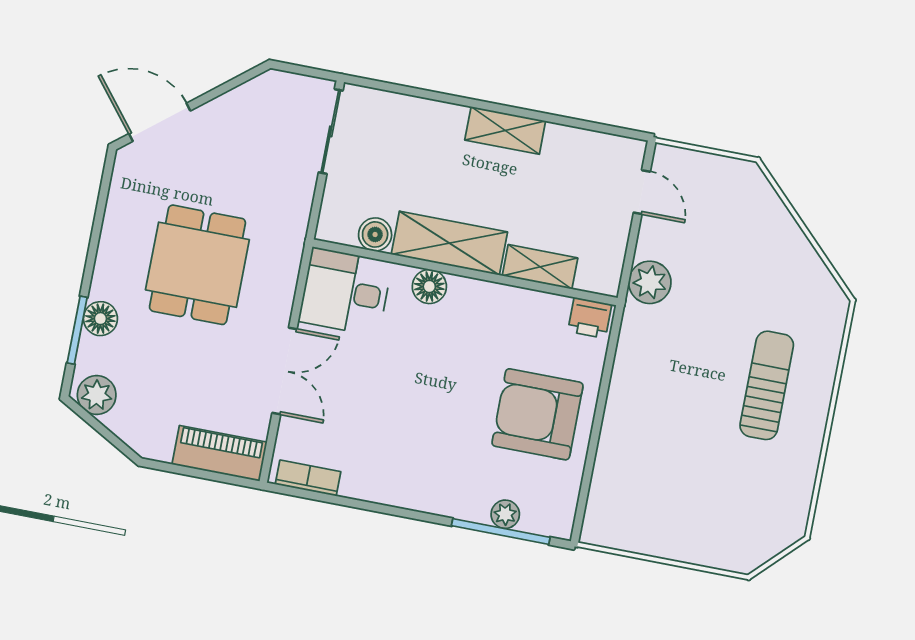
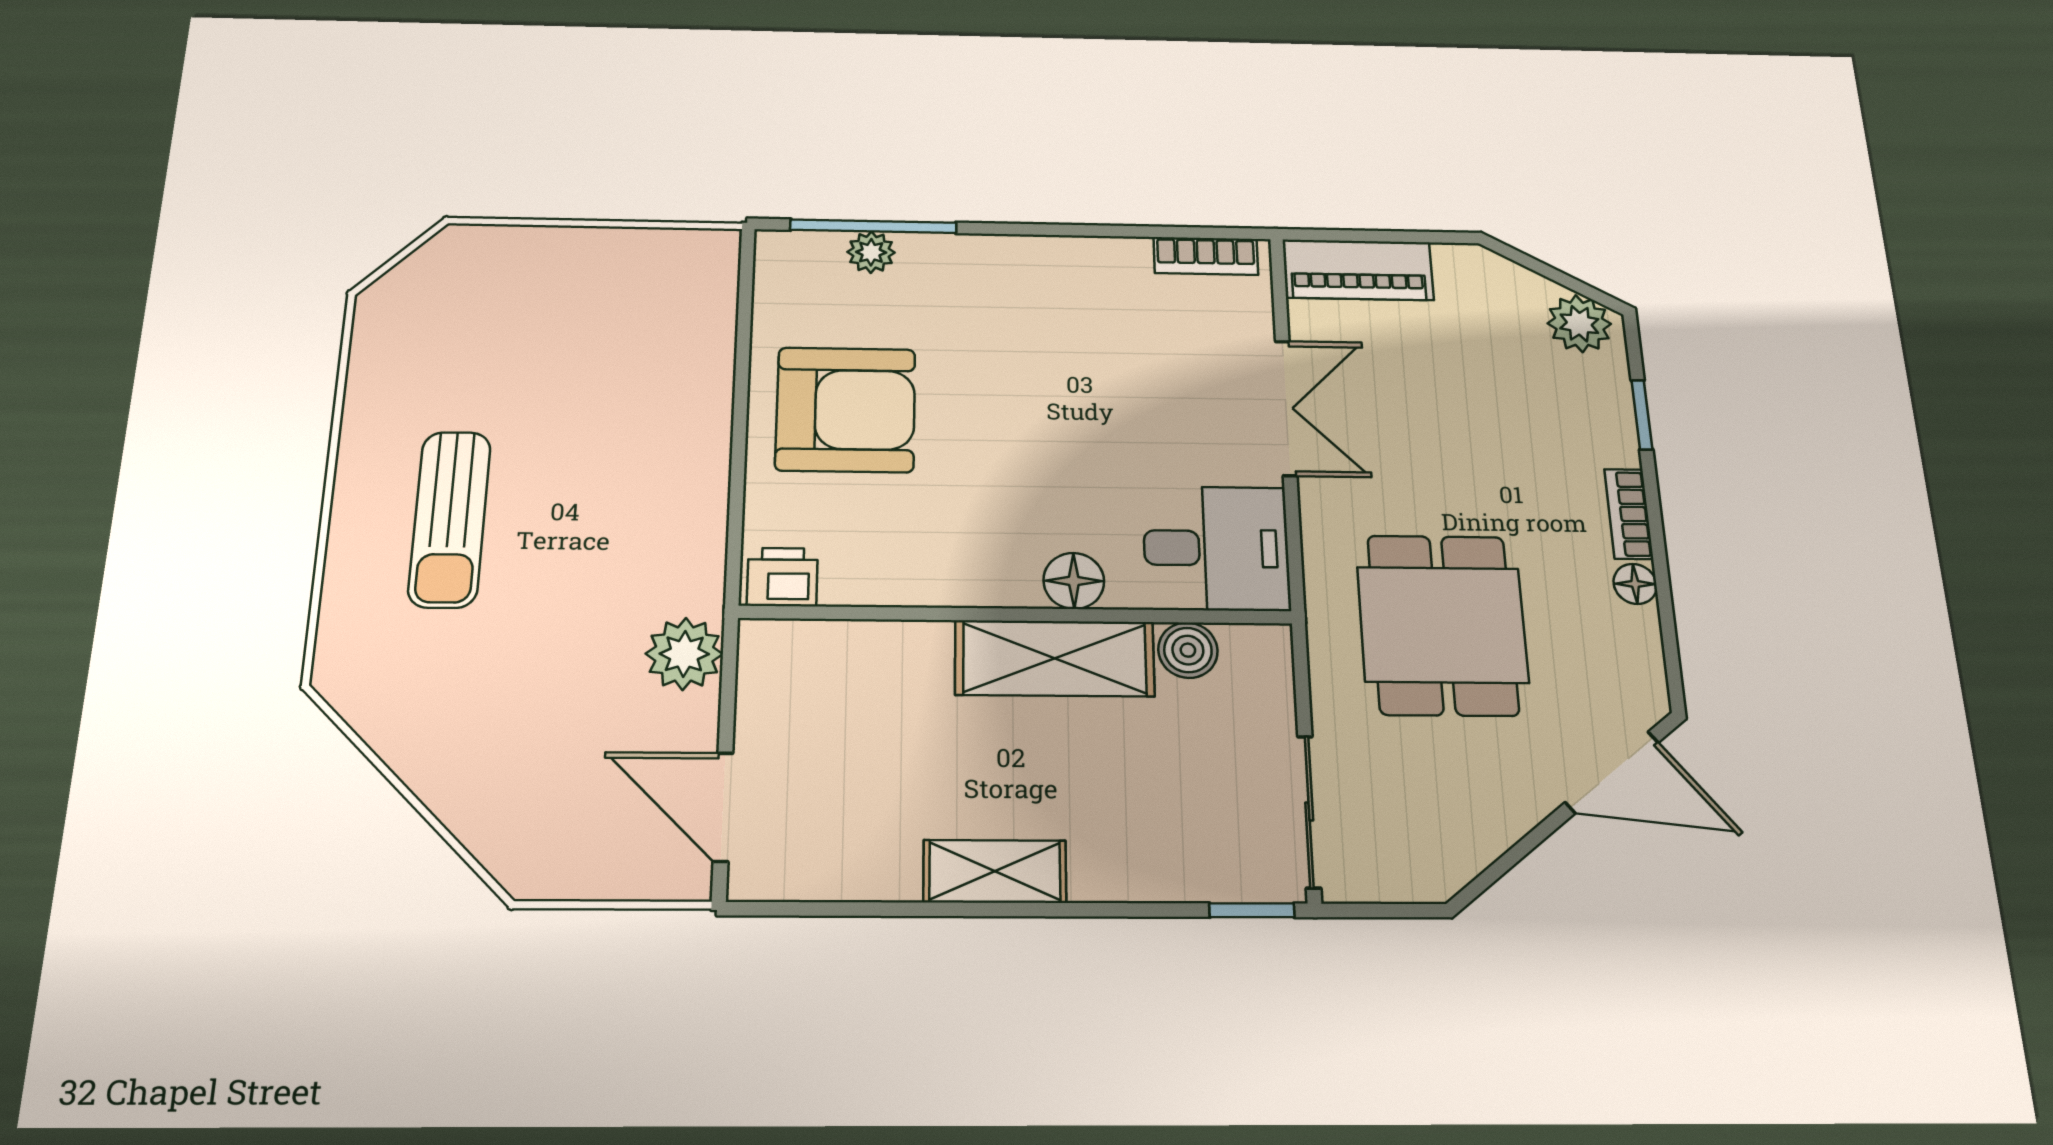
window: (374, 84) -> (1252, 910), added
door: (642, 192) -> (723, 807), width x1.38
dining table: (197, 265) -> (1443, 625), moved
shelving: (540, 267) -> (886, 646), removed
bookcase: (104, 270) -> (1629, 514), added
floor lamp: (100, 319) -> (1635, 584), moved, width x0.73, depth x0.73
window: (77, 330) -> (1642, 415), width x0.67
double door: (285, 371) -> (1286, 408), swing flipped

